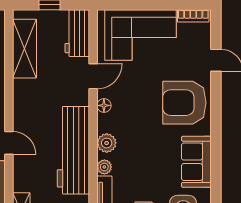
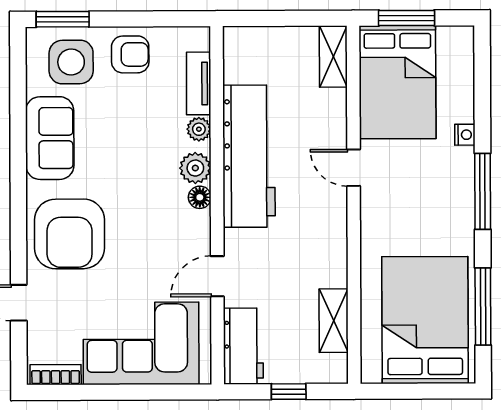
shelving: (25, 49) -> (334, 321), width x0.67, depth x0.75
armchair: (184, 103) -> (69, 234), turned 90
floor lamp: (104, 105) -> (200, 197), moved

